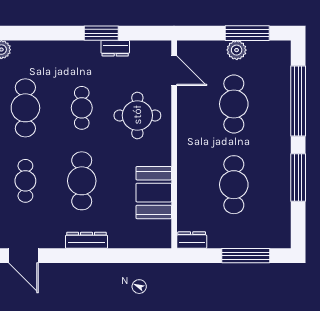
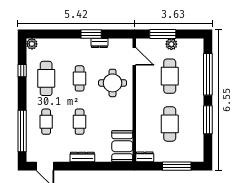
window: (247, 33) -> (163, 34), moved
cafe table: (82, 181) -> (80, 122), width x0.73, depth x0.74
booth: (154, 193) -> (122, 146), moved

